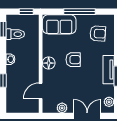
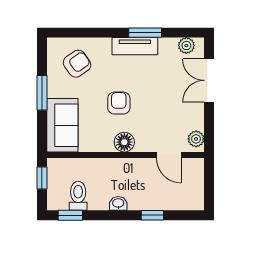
window: (79, 12) -> (42, 93), width x0.69
armchair: (98, 34) -> (77, 64), turned 51
plant: (62, 108) -> (196, 139), moved

